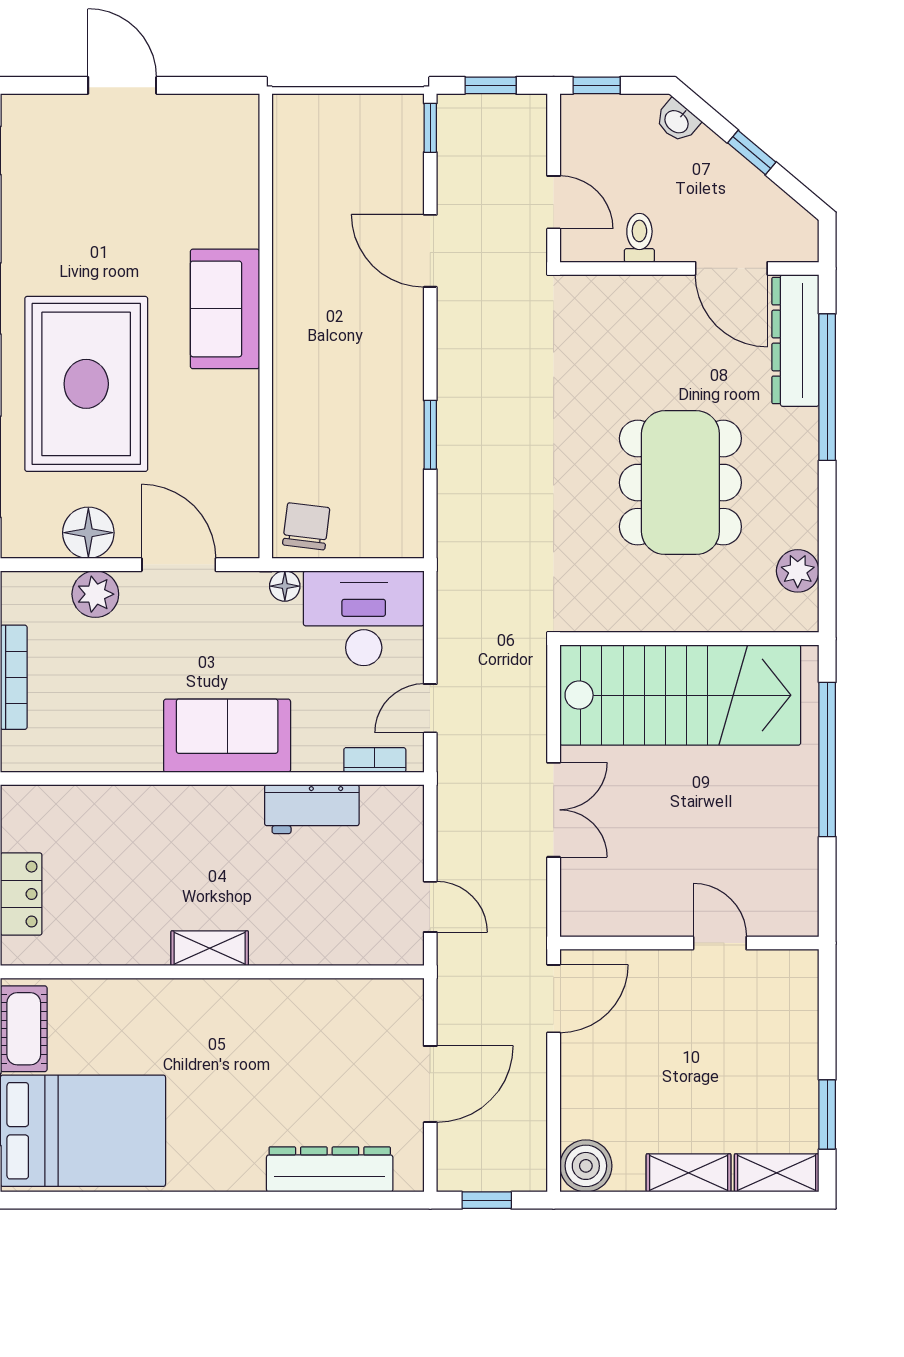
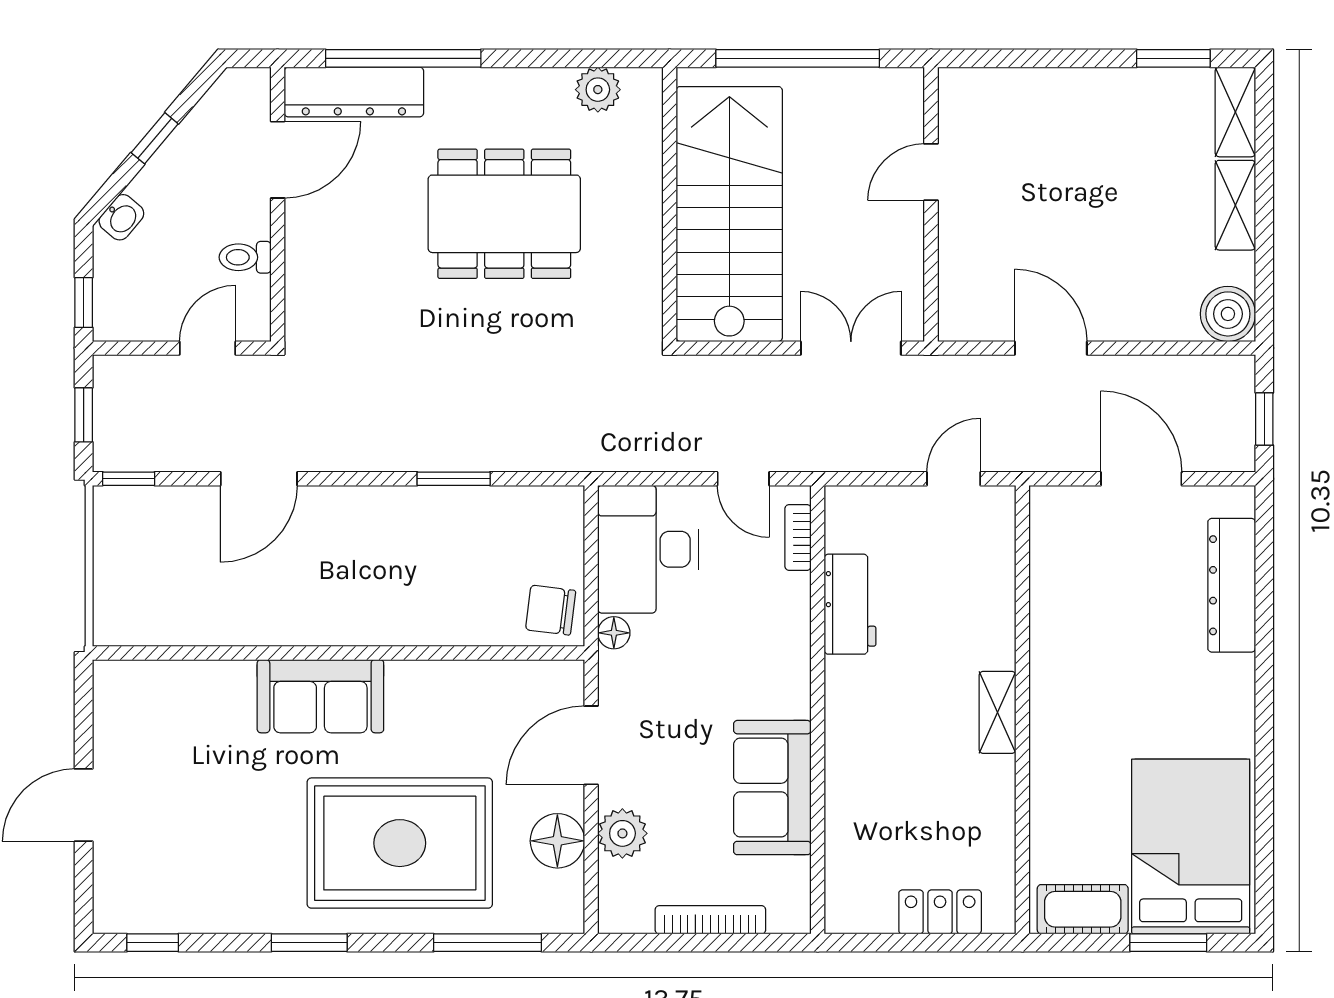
sofa: (227, 736) -> (772, 788), moved
wall: (689, 943) -> (931, 204), moved
door: (720, 943) -> (931, 172), moved

